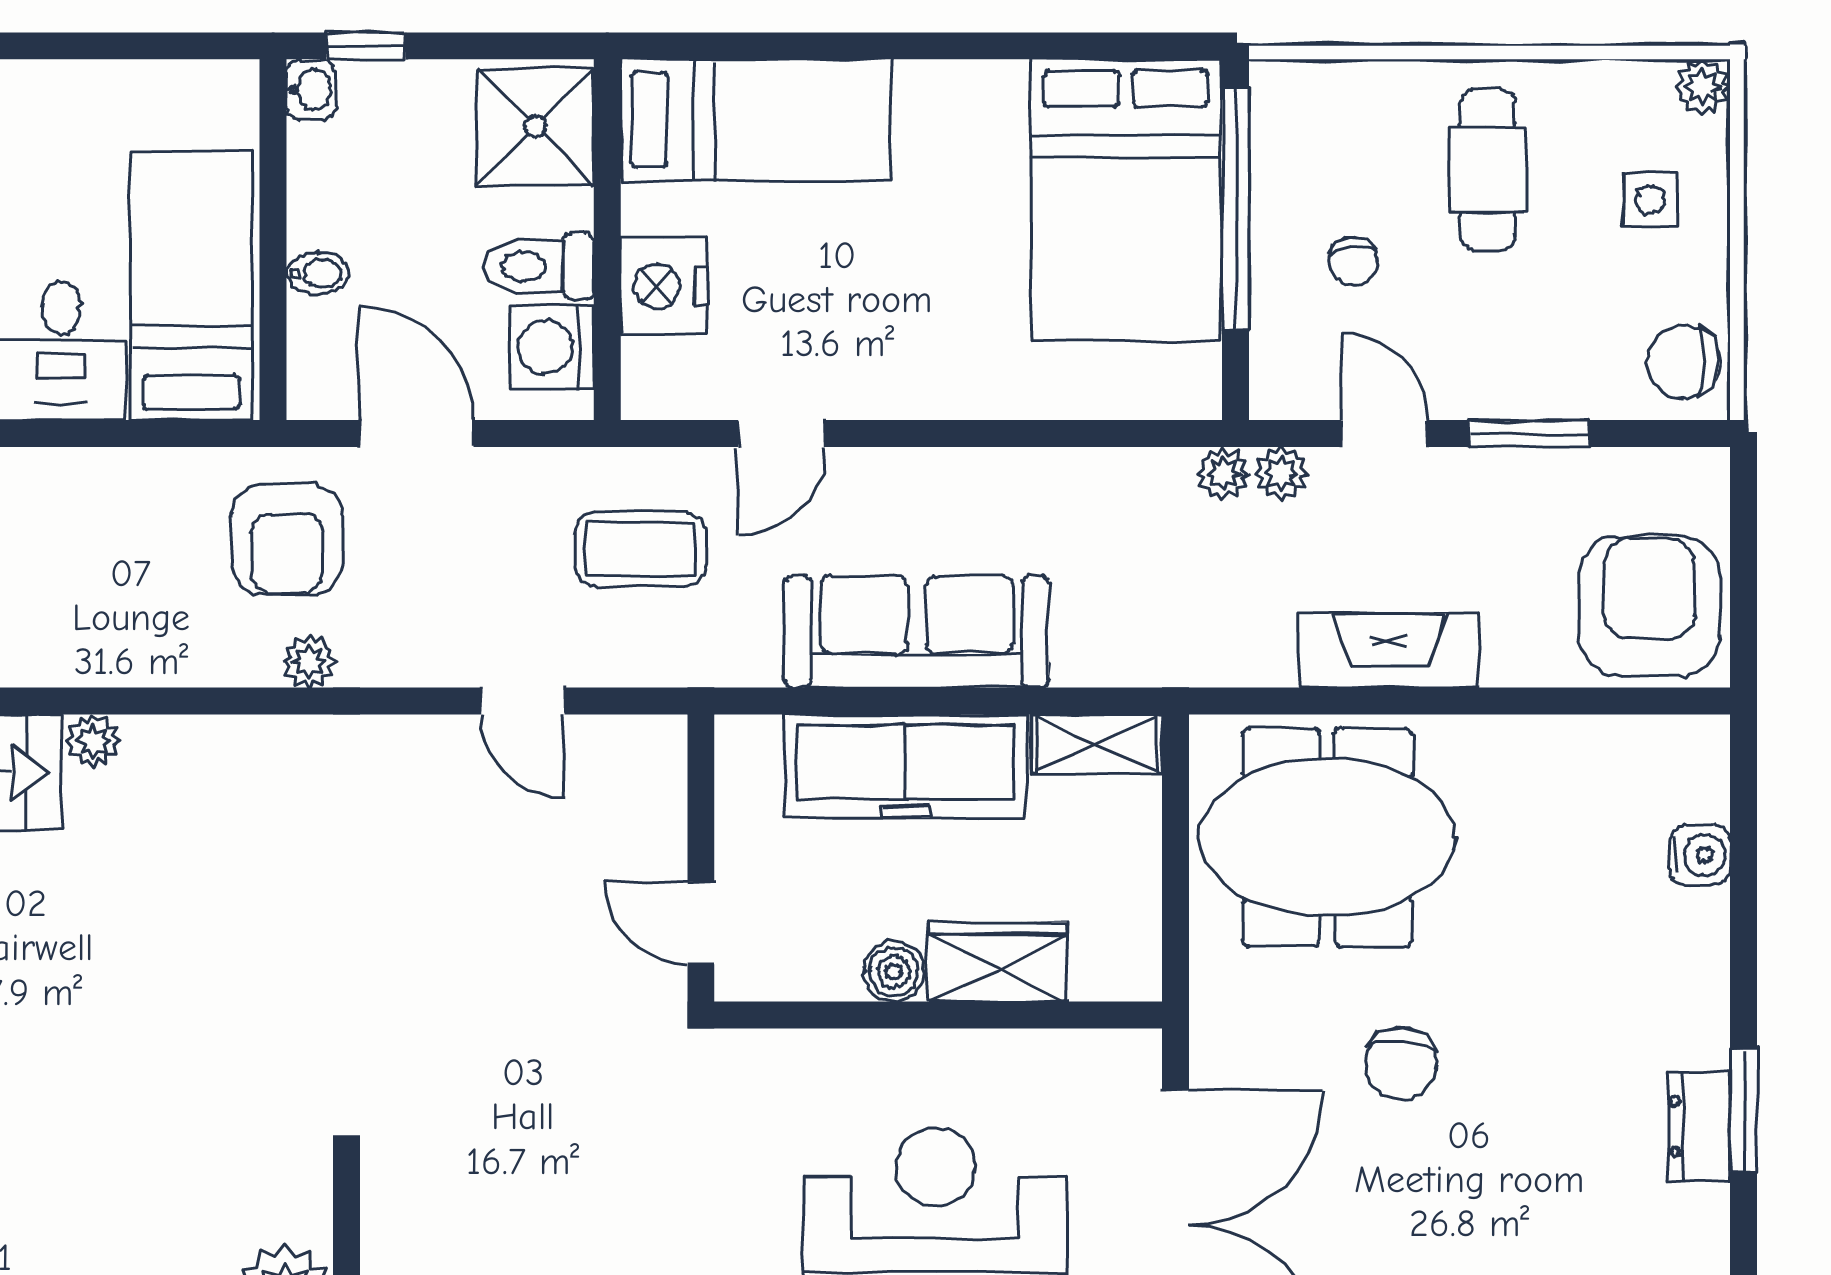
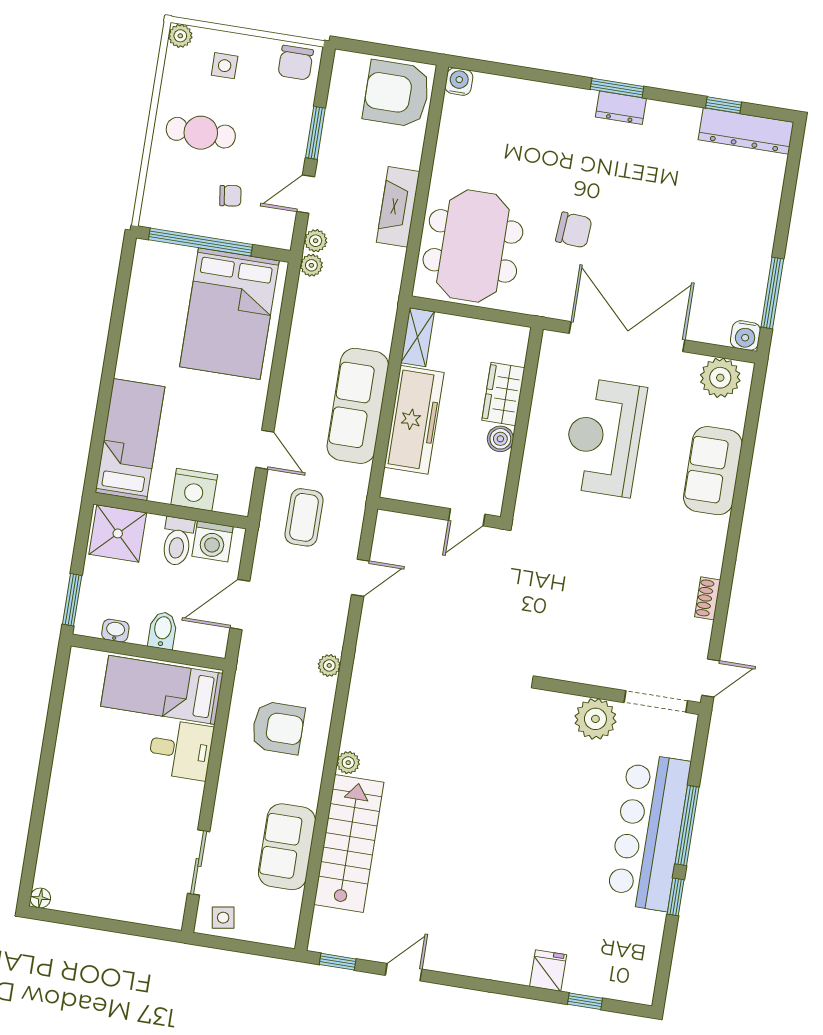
window: (366, 46) -> (72, 600), width x1.50
washbasin: (311, 89) -> (115, 631), moved
bed: (1126, 200) -> (229, 314), moved, turned 90
bidet: (318, 273) -> (163, 630), width x1.38, depth x1.36
armchair: (287, 540) -> (278, 728), moved
water cooler: (1700, 855) -> (459, 82), moved

